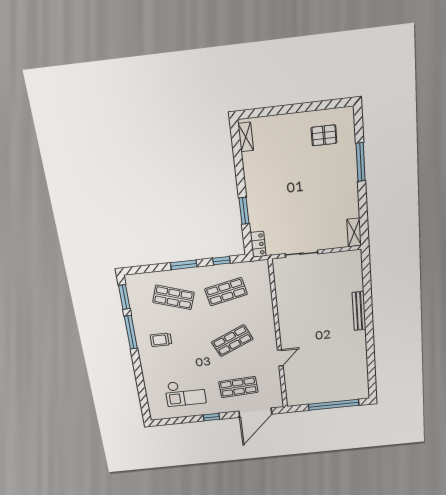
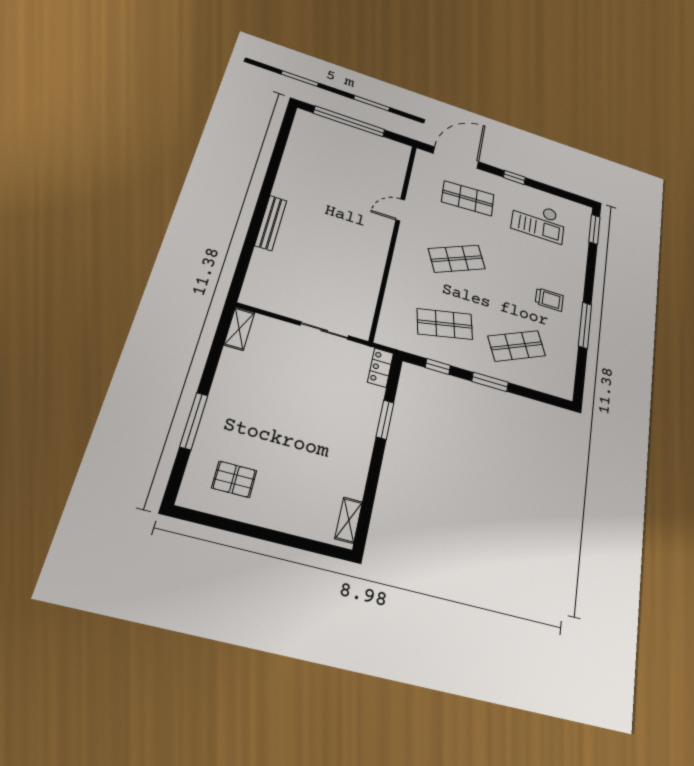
window: (124, 297) -> (594, 229), moved
shop shelf: (173, 297) -> (517, 346), turned -42
checkout: (185, 393) -> (538, 221), turned 180

